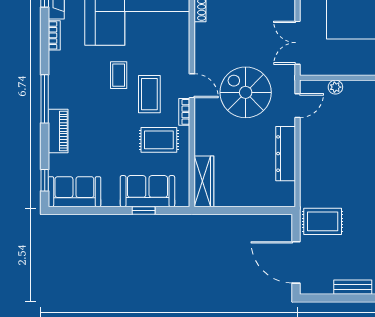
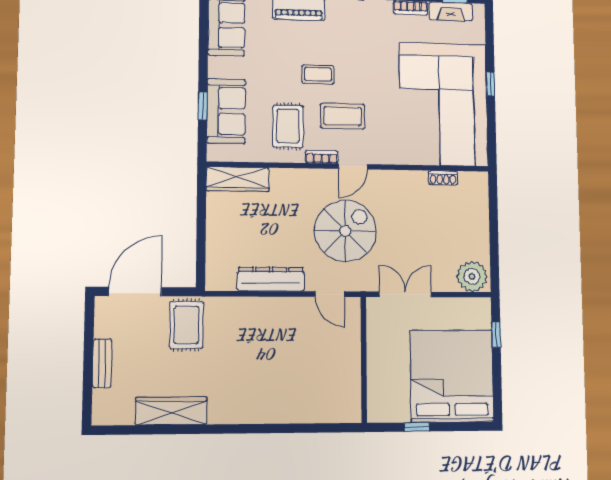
coffee table: (119, 75) -> (318, 74), moved
plant: (335, 87) -> (352, 341), removed

